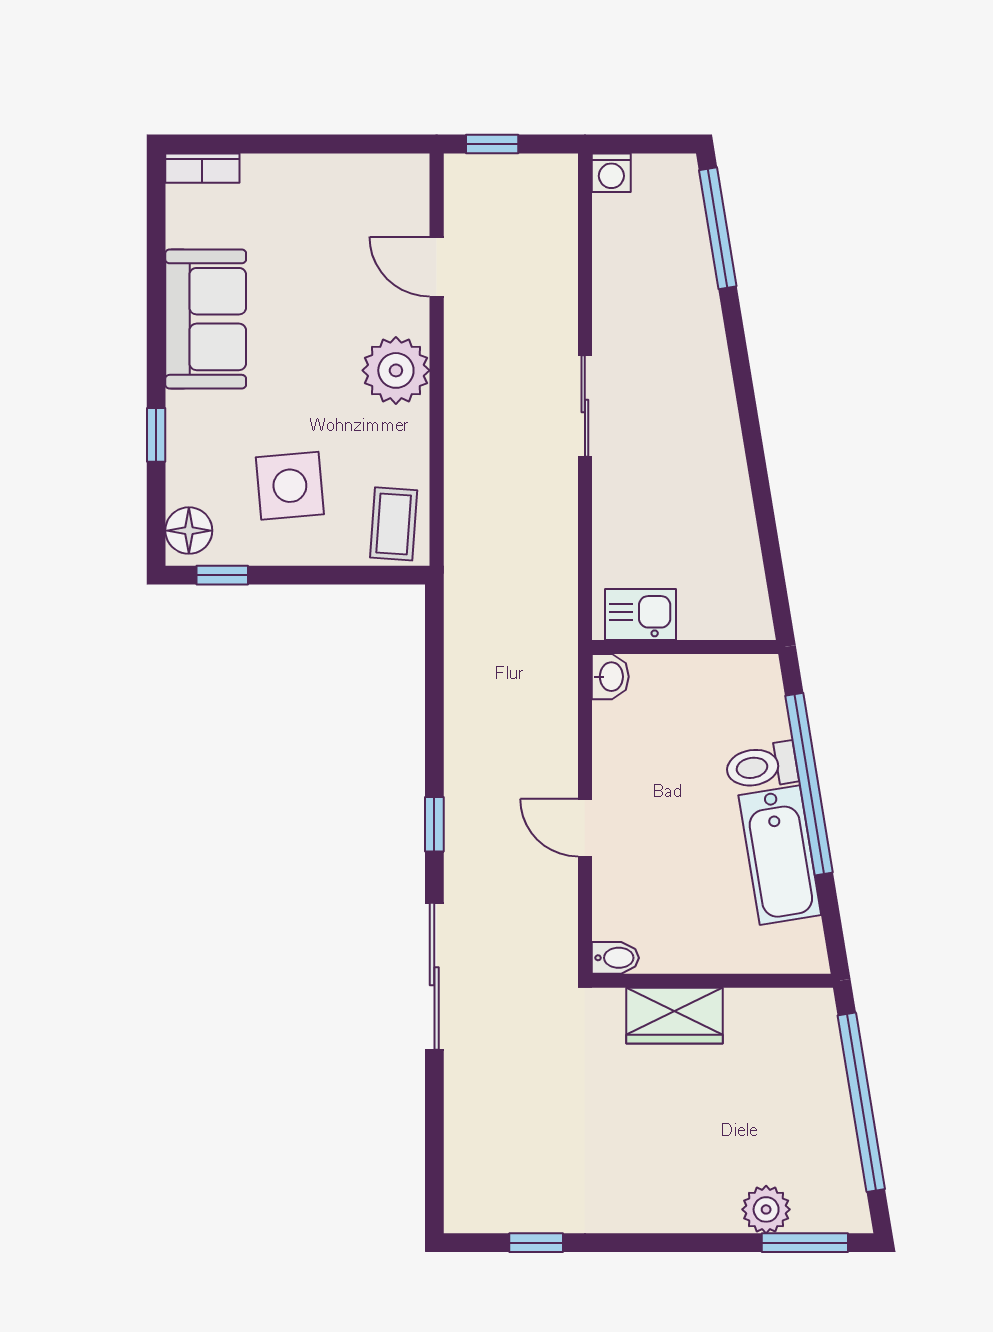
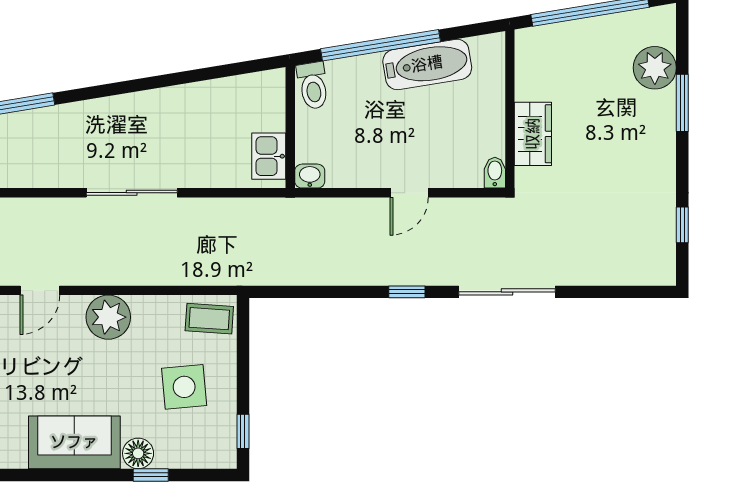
sliding door: (585, 406) -> (132, 193), width x1.37
floor lamp: (189, 531) -> (138, 453), moved
toilet: (762, 766) -> (313, 86), moved
plant: (766, 1209) -> (655, 68), width x1.36, depth x1.36
window: (805, 1243) -> (682, 103), moved

